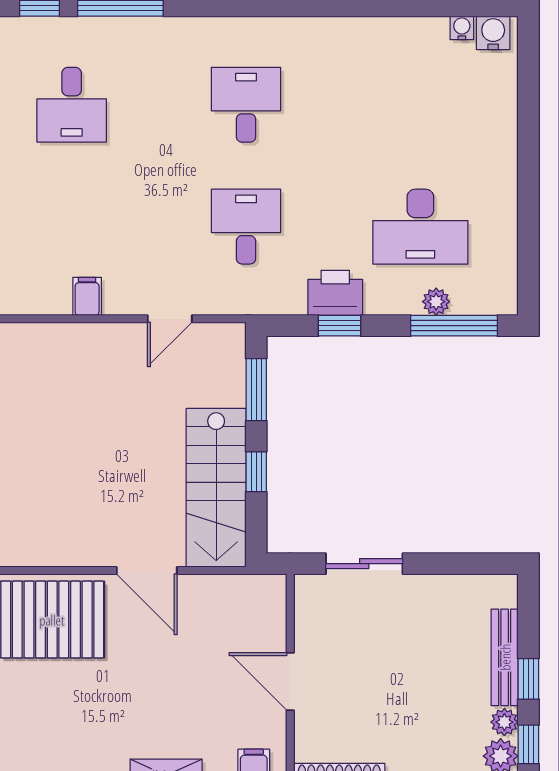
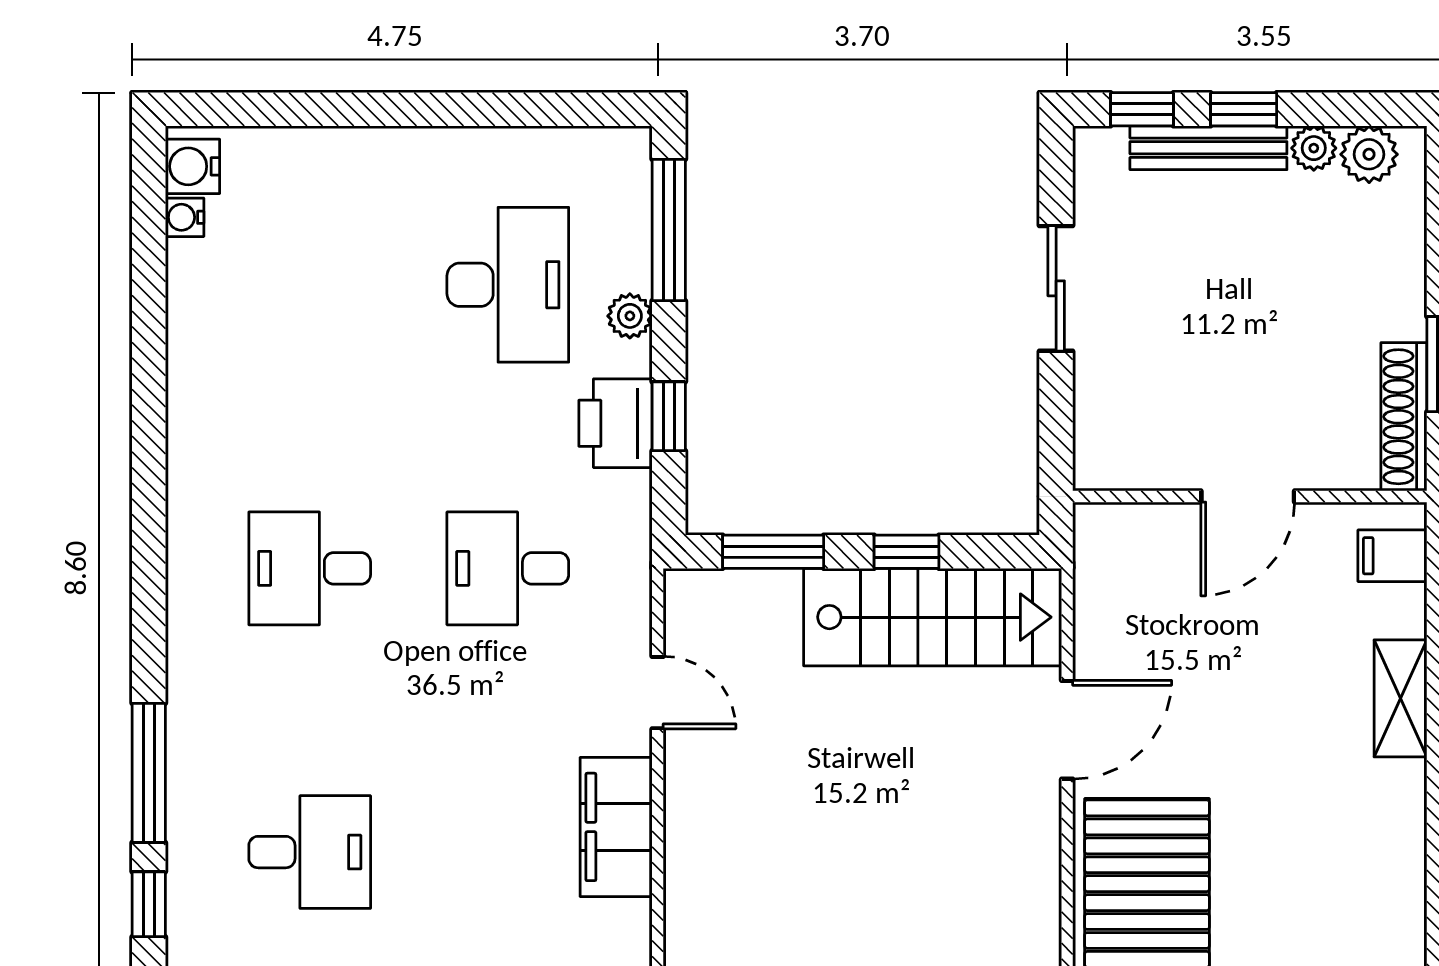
filing cabinet: (87, 296) -> (616, 827), width x3.00, depth x1.17
plant: (436, 302) -> (630, 316), moved
sliding door: (364, 564) -> (1056, 288), moved
window: (528, 744) -> (1142, 109), moved

